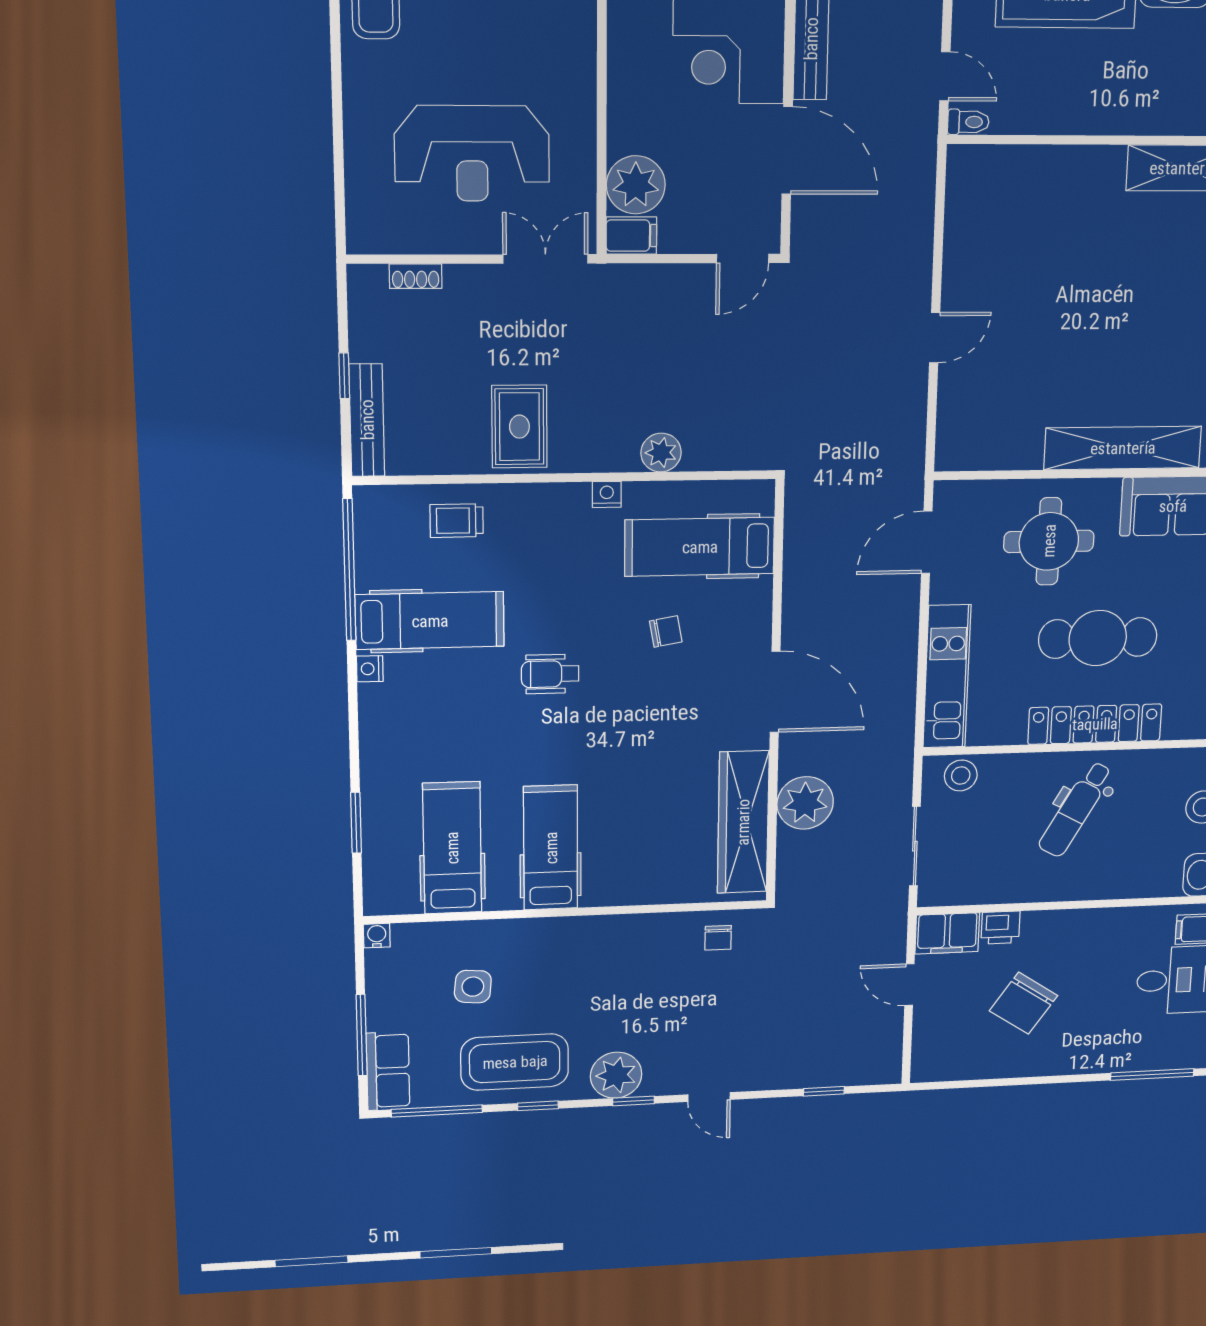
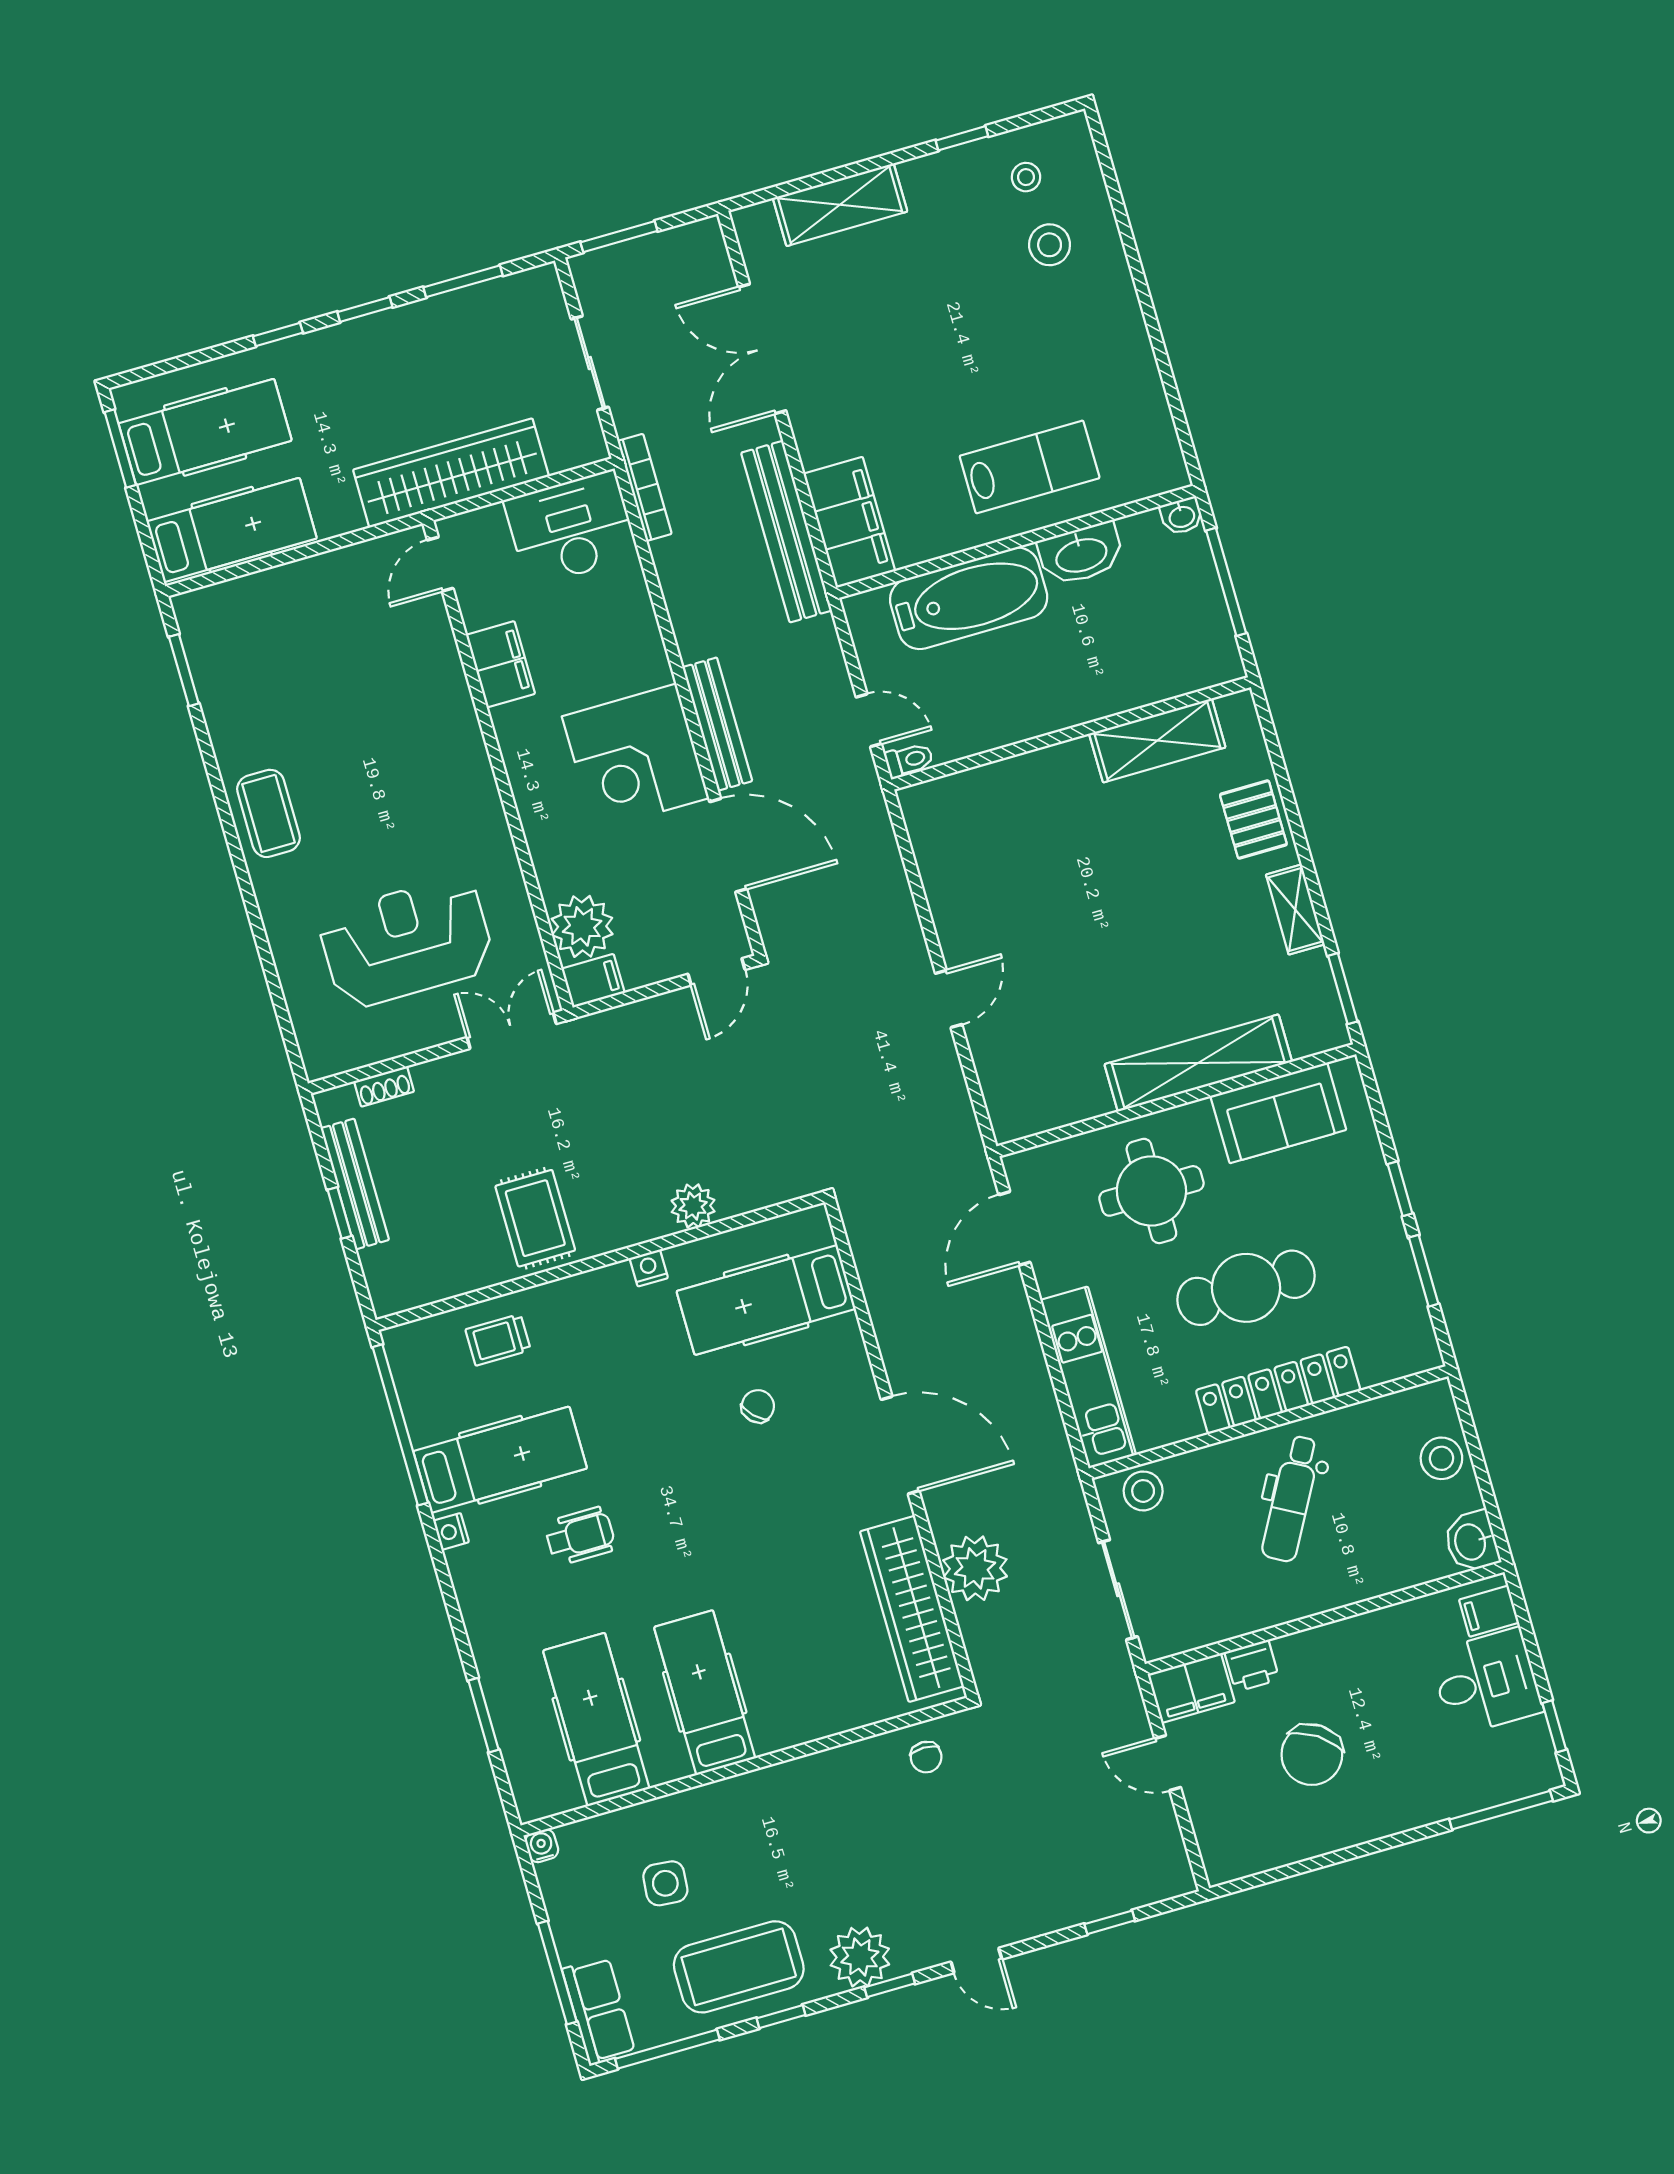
reception desk: (472, 153) -> (406, 942), turned 180
bench: (367, 420) -> (355, 1184), moved
chair: (666, 632) -> (758, 1406), turned -35
wheelchair: (550, 674) -> (580, 1536), moved, turned 180

